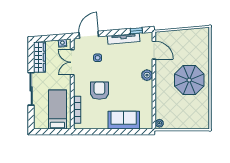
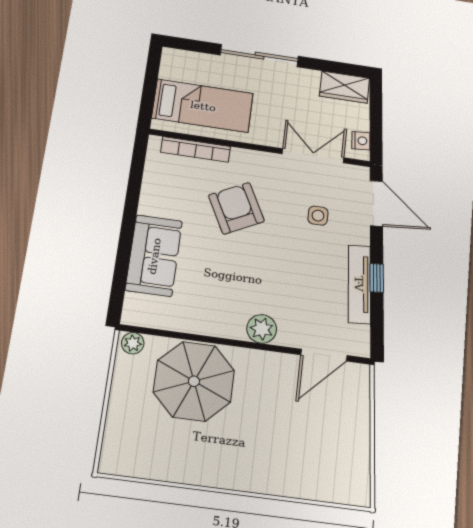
window: (136, 31) -> (377, 278), moved
wardrobe: (40, 57) -> (345, 87), width x0.67
parasol: (189, 80) -> (194, 381), moved
armchair: (99, 91) -> (236, 208), turned -117

